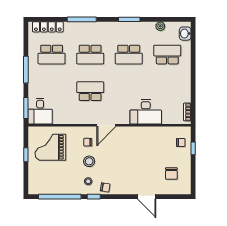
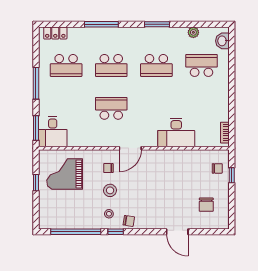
locker: (48, 27) -> (55, 33), width x0.66

